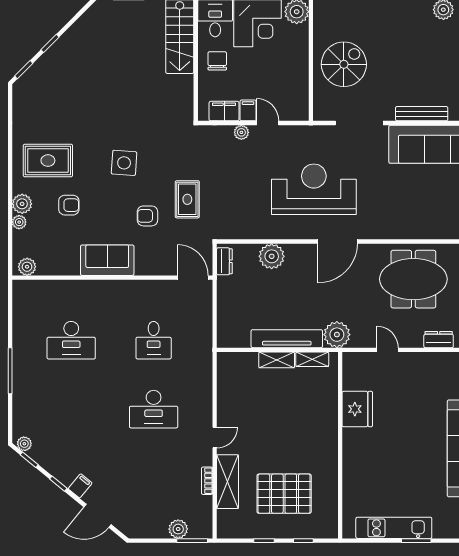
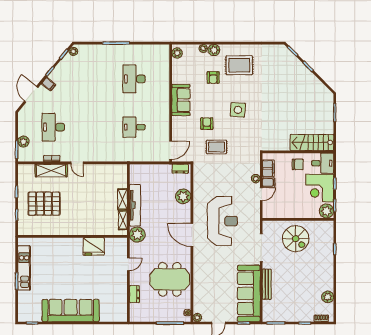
rug: (48, 161) -> (239, 65), turned 90
meeting table: (413, 279) -> (170, 279), turned 90
desk: (154, 409) -> (53, 127), moved
pallet: (284, 494) -> (44, 204), turned 90

